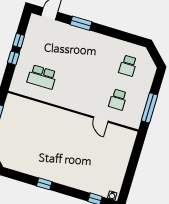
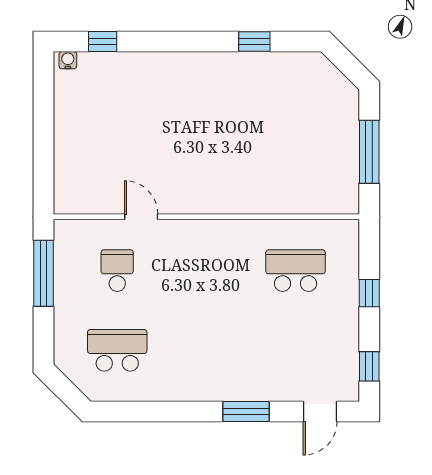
window: (19, 40) -> (369, 366), moved
school desk: (128, 66) -> (117, 350), width x1.85
window: (44, 184) -> (254, 42), moved

